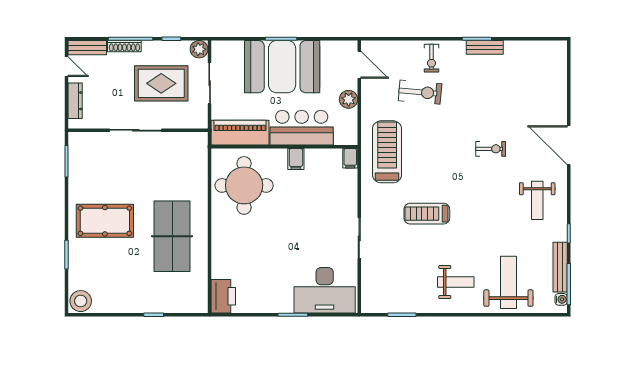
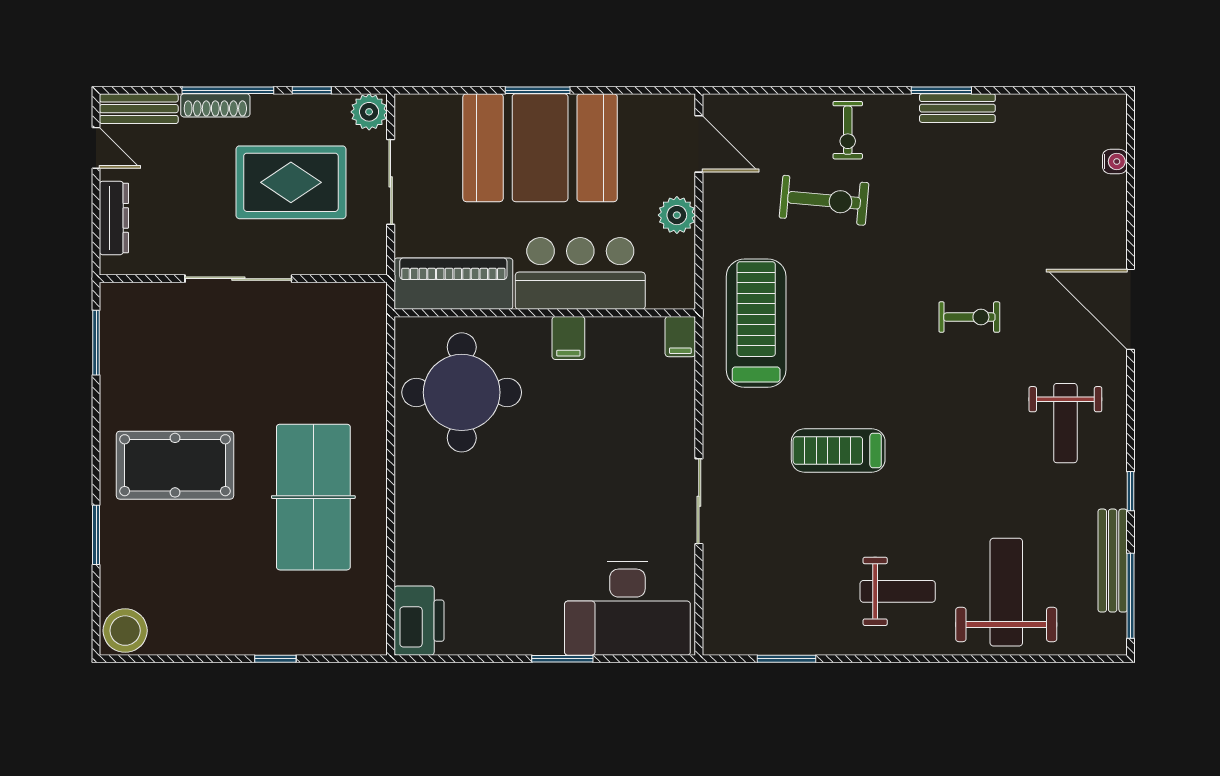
water cooler: (561, 299) -> (1115, 161), moved

